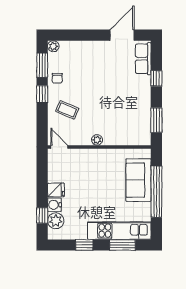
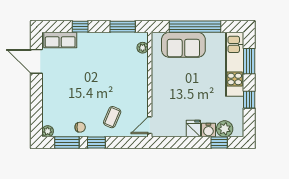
plant: (97, 140) -> (143, 48), moved

